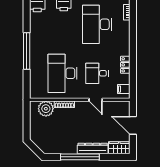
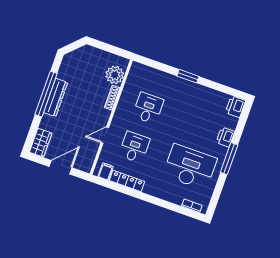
window: (27, 51) -> (188, 76), width x0.47
locker: (125, 65) -> (127, 181), width x1.53
desk: (63, 73) -> (148, 108), width x0.53, depth x0.77
dresser: (93, 149) -> (56, 97), moved

